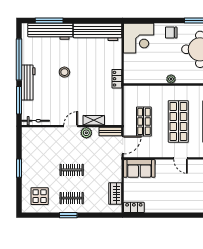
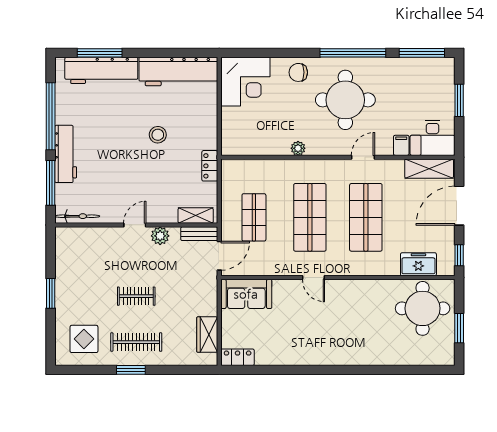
stool: (64, 72) -> (158, 135), moved
locker: (117, 79) -> (210, 166), moved
shelving: (94, 120) -> (196, 215), moved
clothes rail: (72, 198) -> (136, 342), width x1.36

